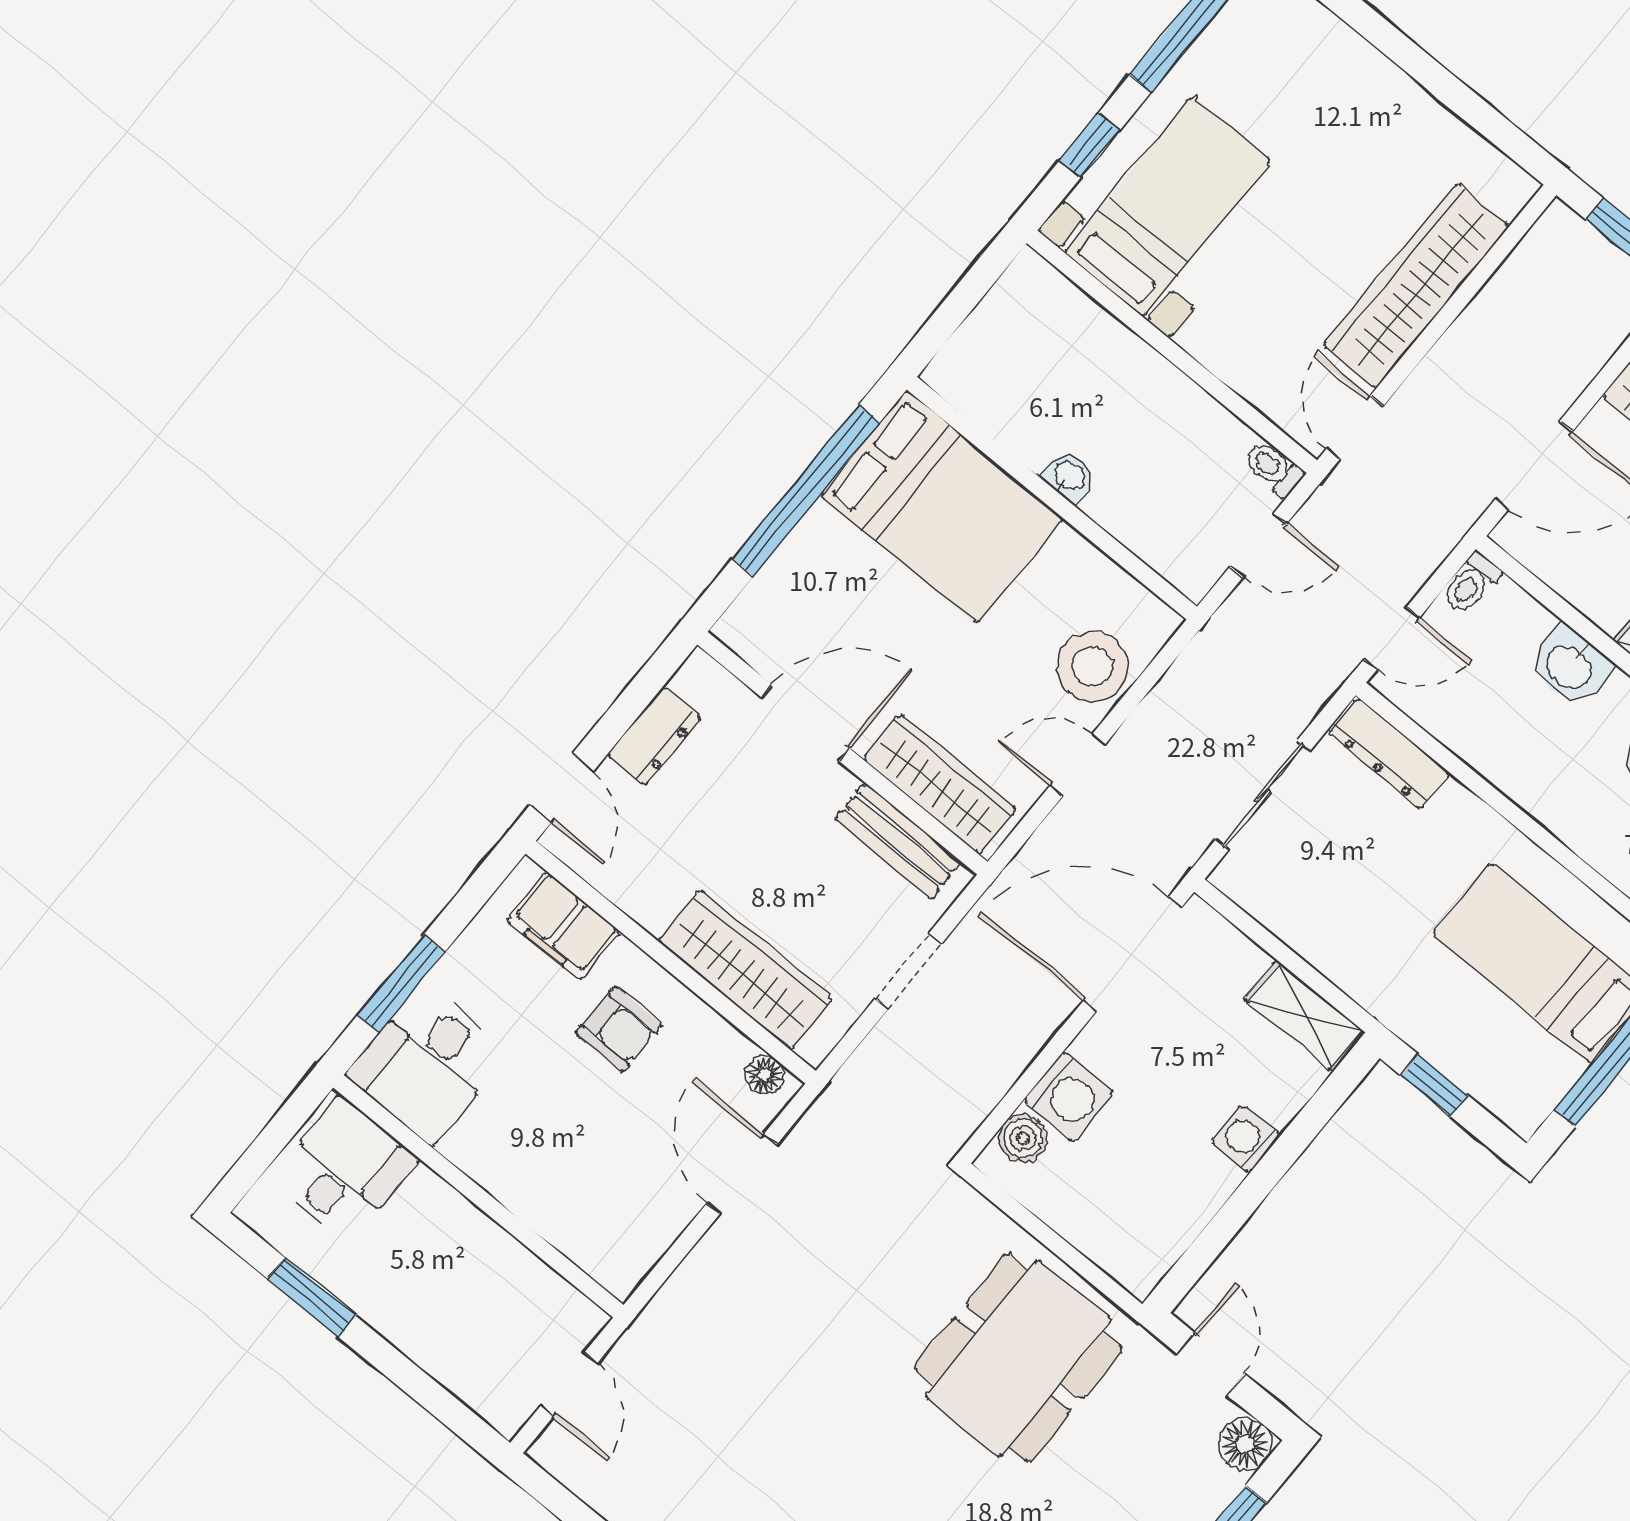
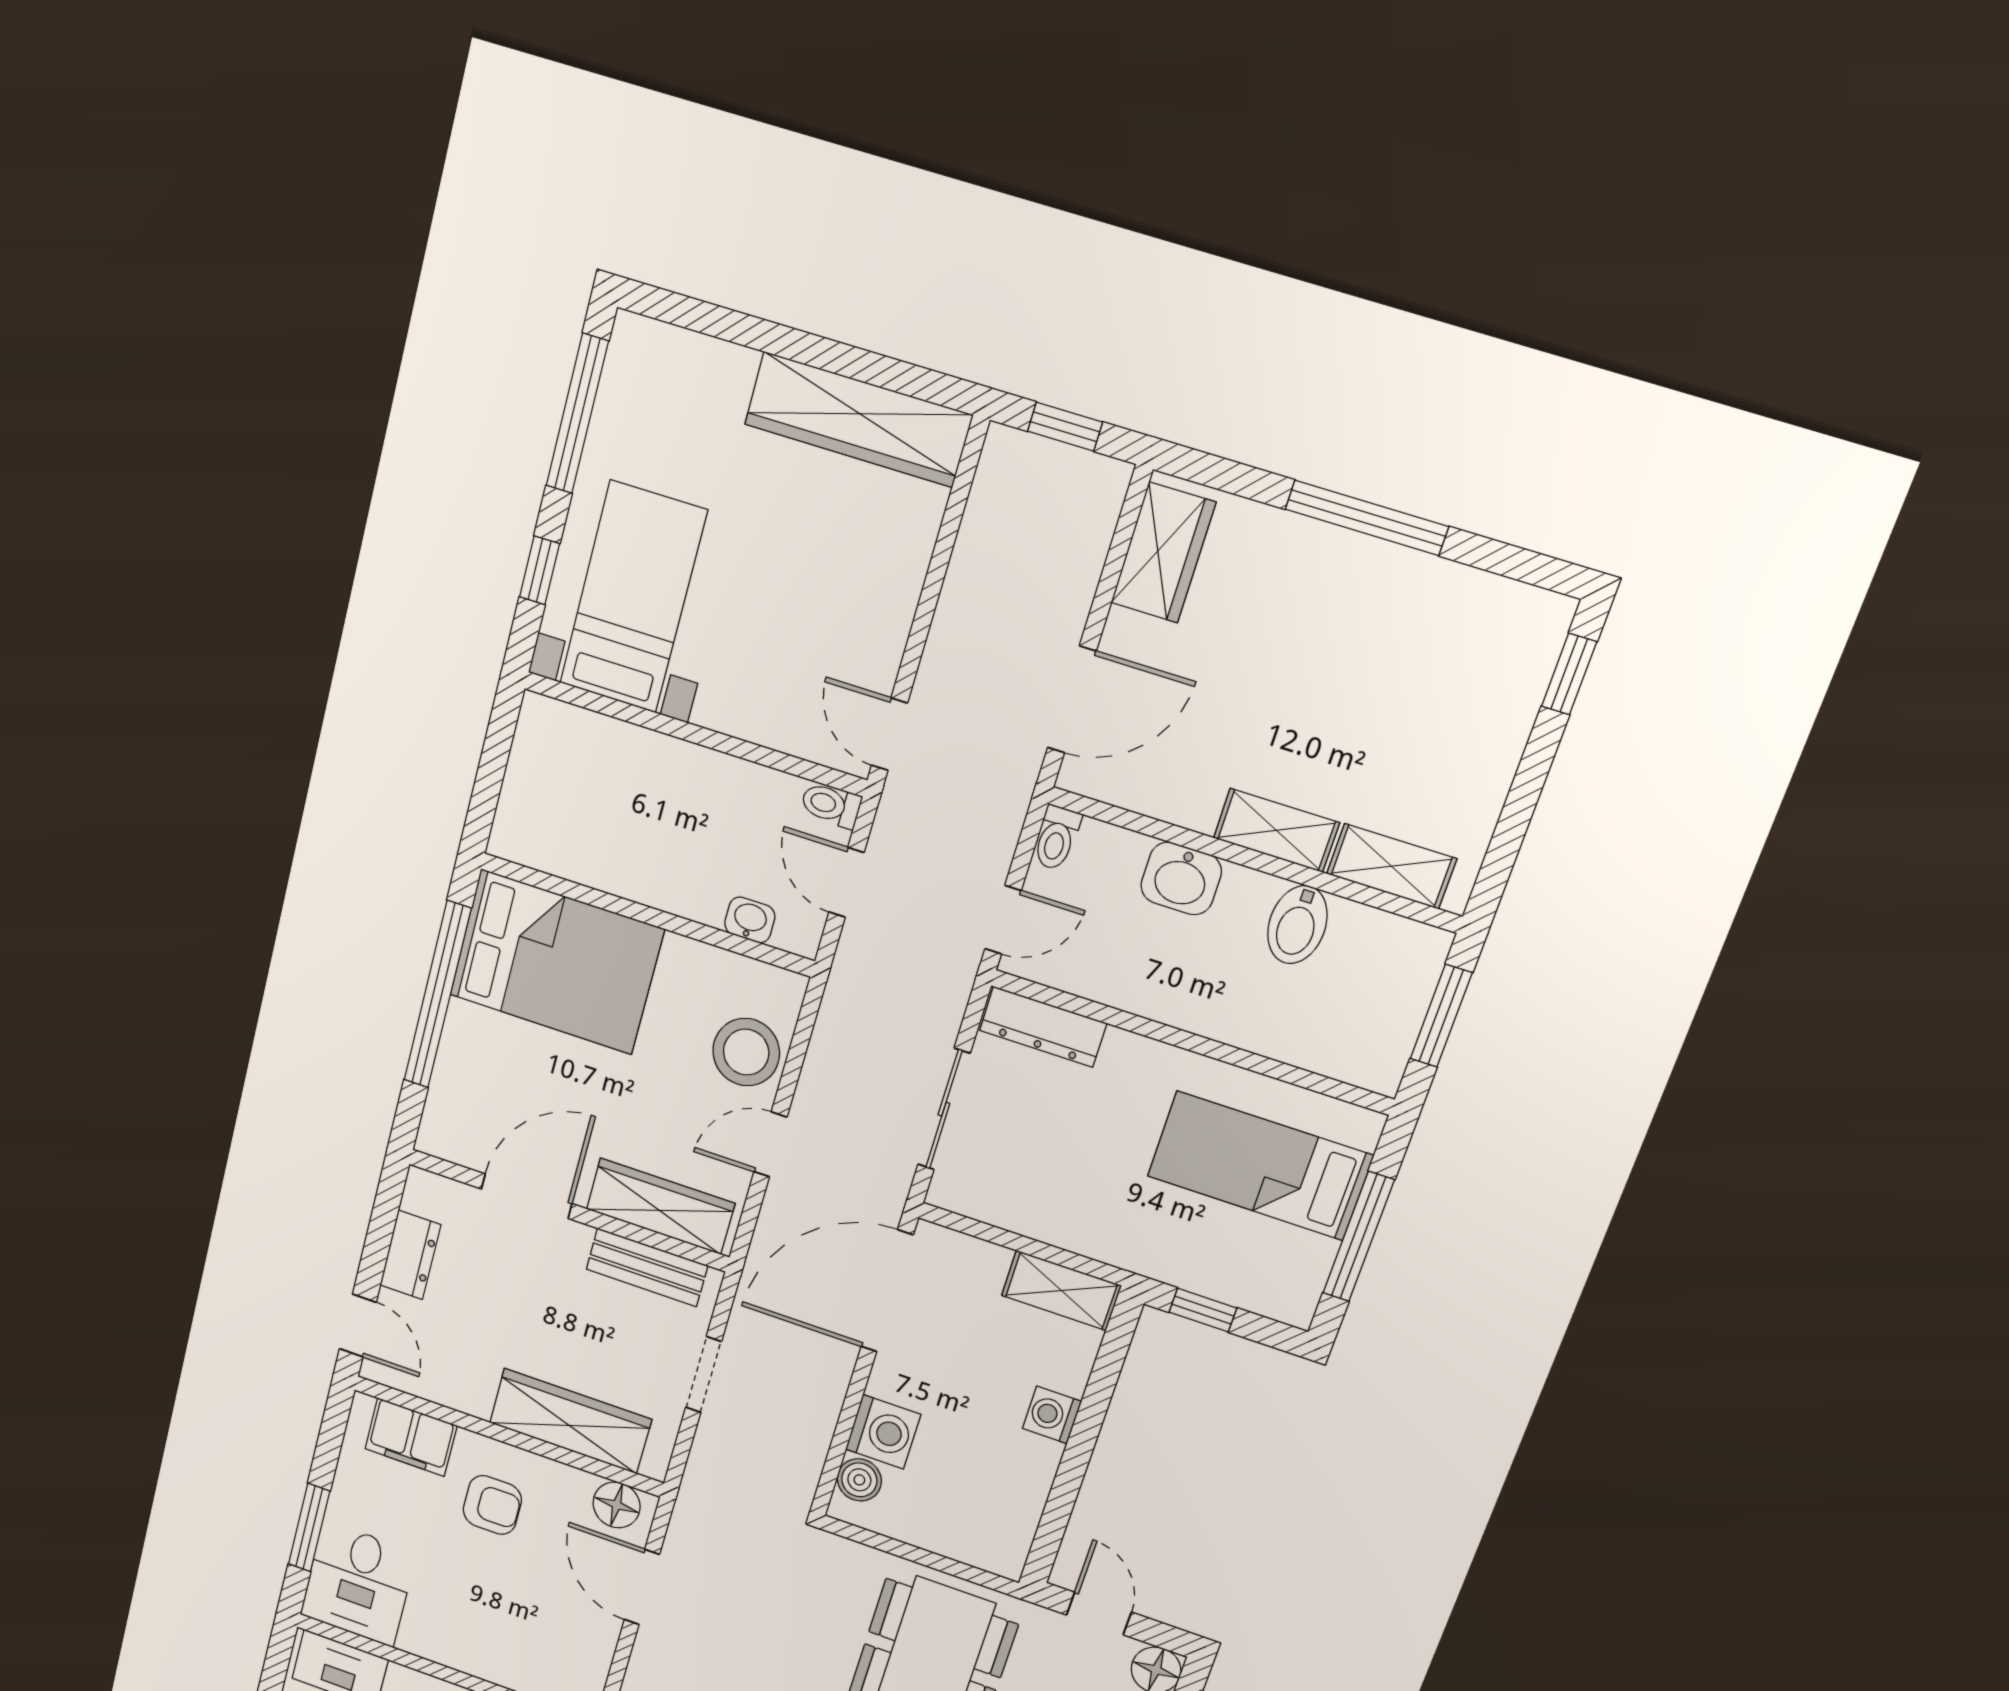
wardrobe: (1416, 286) -> (858, 420), moved, turned -90
washbasin: (1069, 476) -> (750, 920), moved
door: (1258, 545) -> (846, 882), swing flipped
floor lamp: (765, 1075) -> (617, 1505), width x1.37, depth x1.37

